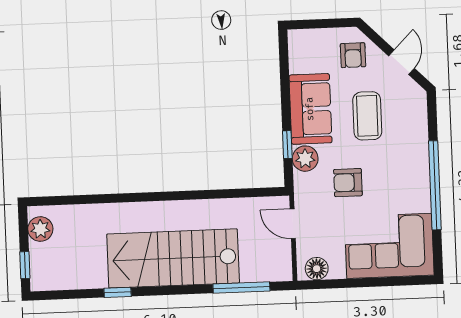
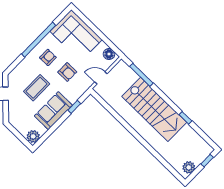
armchair: (353, 55) -> (48, 57), moved
plant: (305, 159) -> (33, 136), moved
door: (293, 224) -> (101, 78), swing flipped

